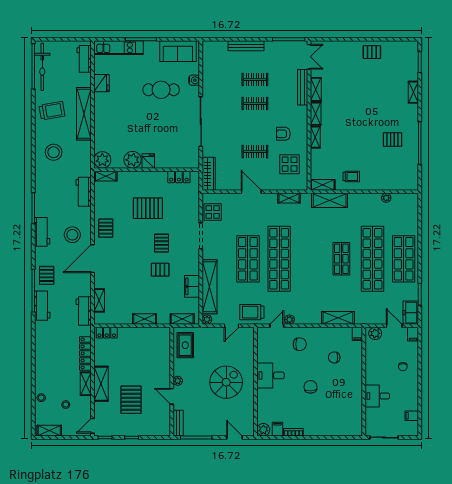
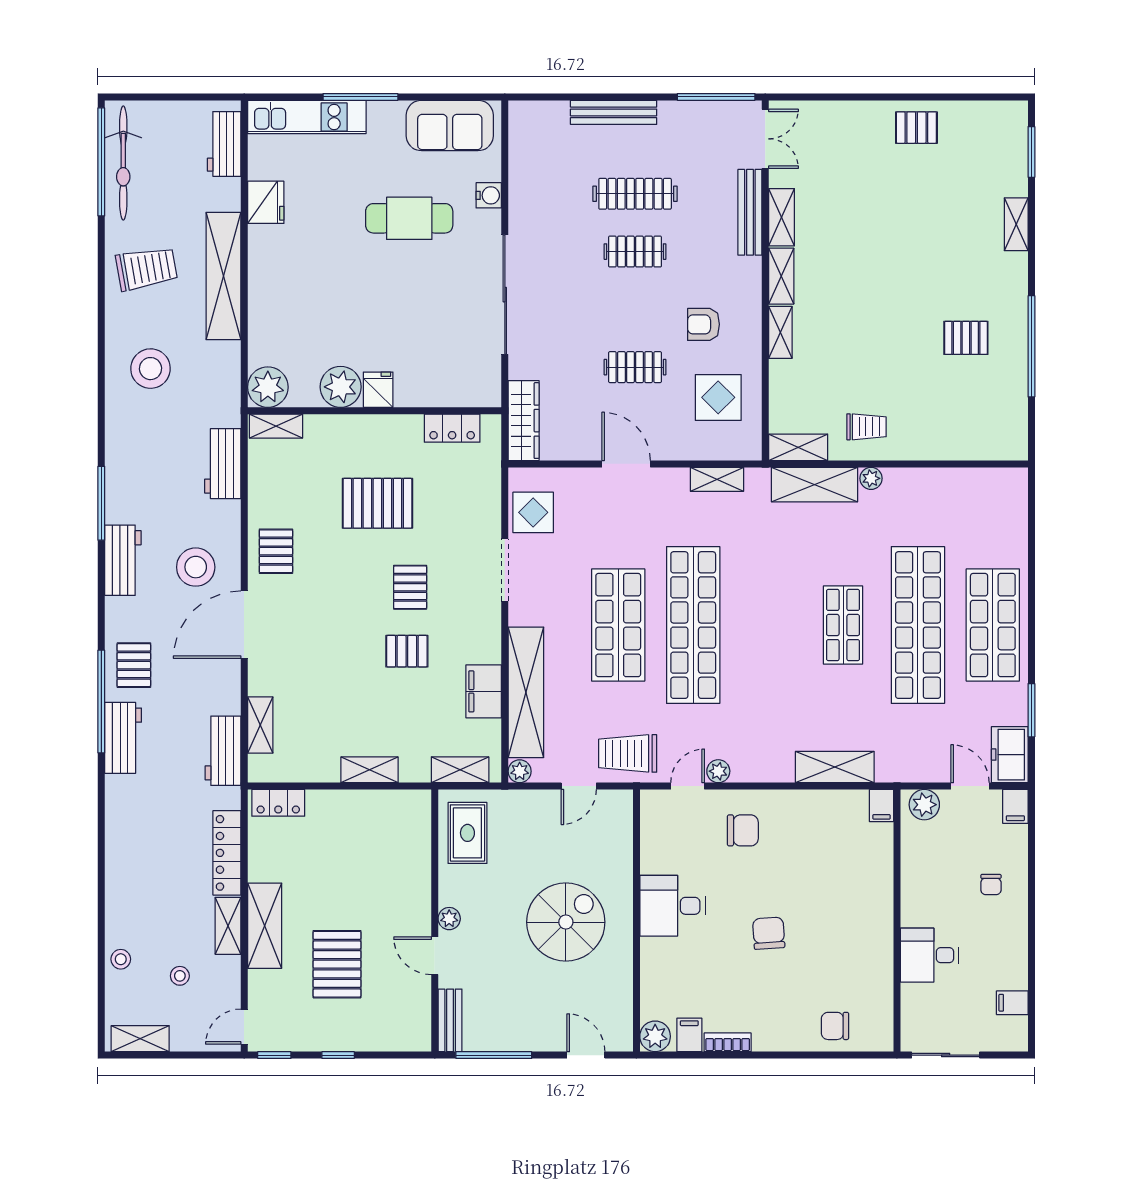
clothes rail: (255, 80) -> (635, 194), width x1.36
plant: (386, 198) -> (871, 478), moved
chair: (334, 357) -> (835, 1026), moved

